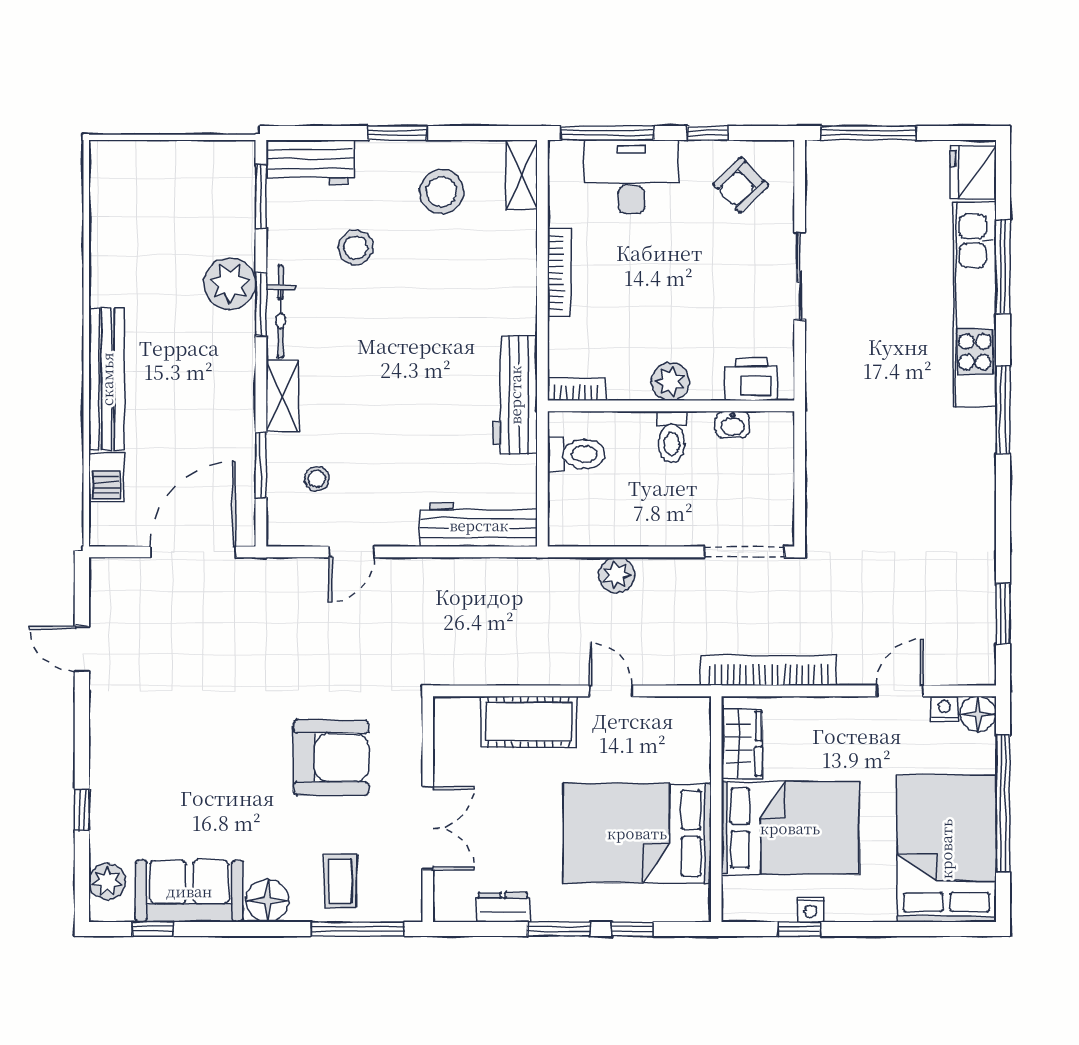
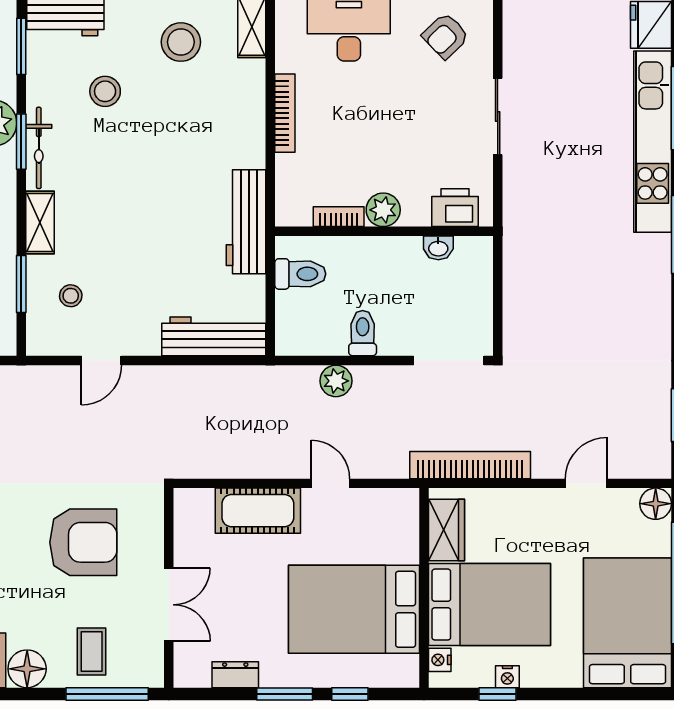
bookcase: (576, 389) -> (339, 217), moved
toilet: (672, 437) -> (363, 333), moved, turned 180
nightstand: (944, 709) -> (440, 660), moved, turned -90

